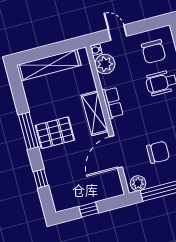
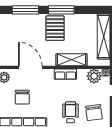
chair: (154, 52) -> (94, 113), turned -97
shelving: (95, 113) -> (72, 60), moved
window: (41, 179) -> (25, 10), width x2.17

